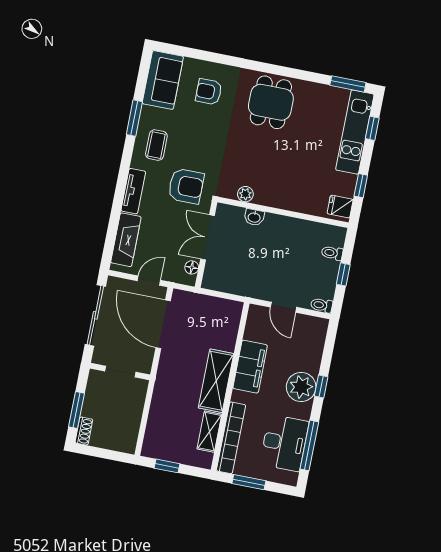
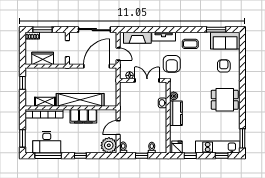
window: (134, 118) -> (216, 30), moved
kitchen counter: (278, 197) -> (176, 113), added
shelving: (216, 381) -> (80, 100), width x1.47
plant: (301, 387) -> (109, 145), moved
wardrobe: (129, 420) -> (43, 58), added
window: (249, 482) -> (23, 138), moved

